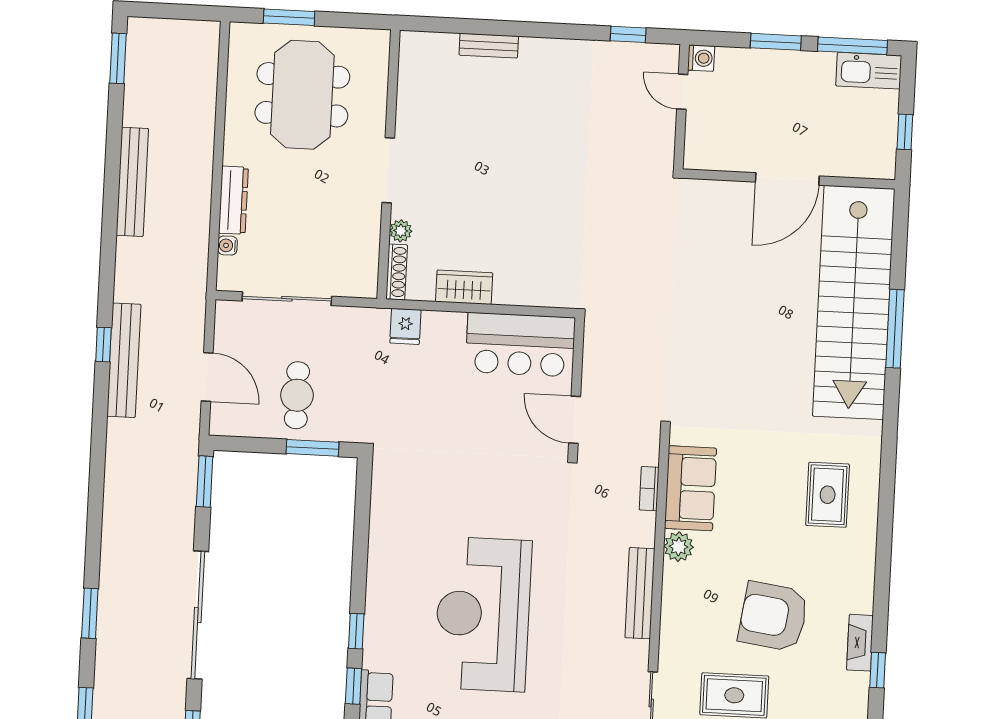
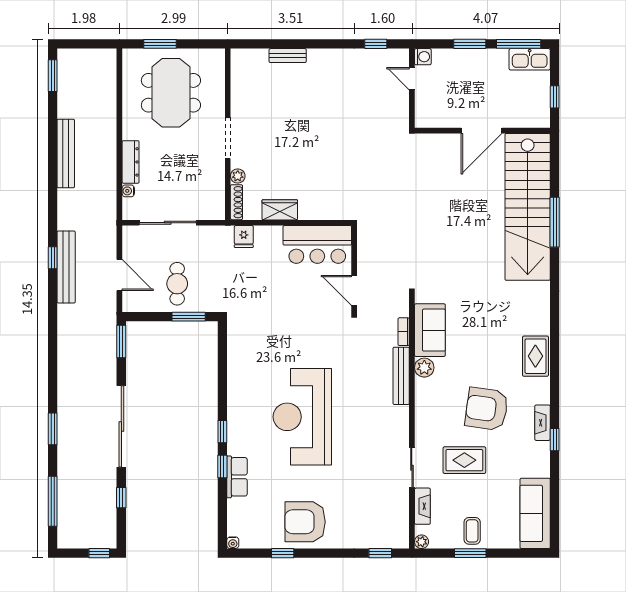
rug: (828, 495) -> (535, 356), moved
bench: (640, 593) -> (401, 376), moved

